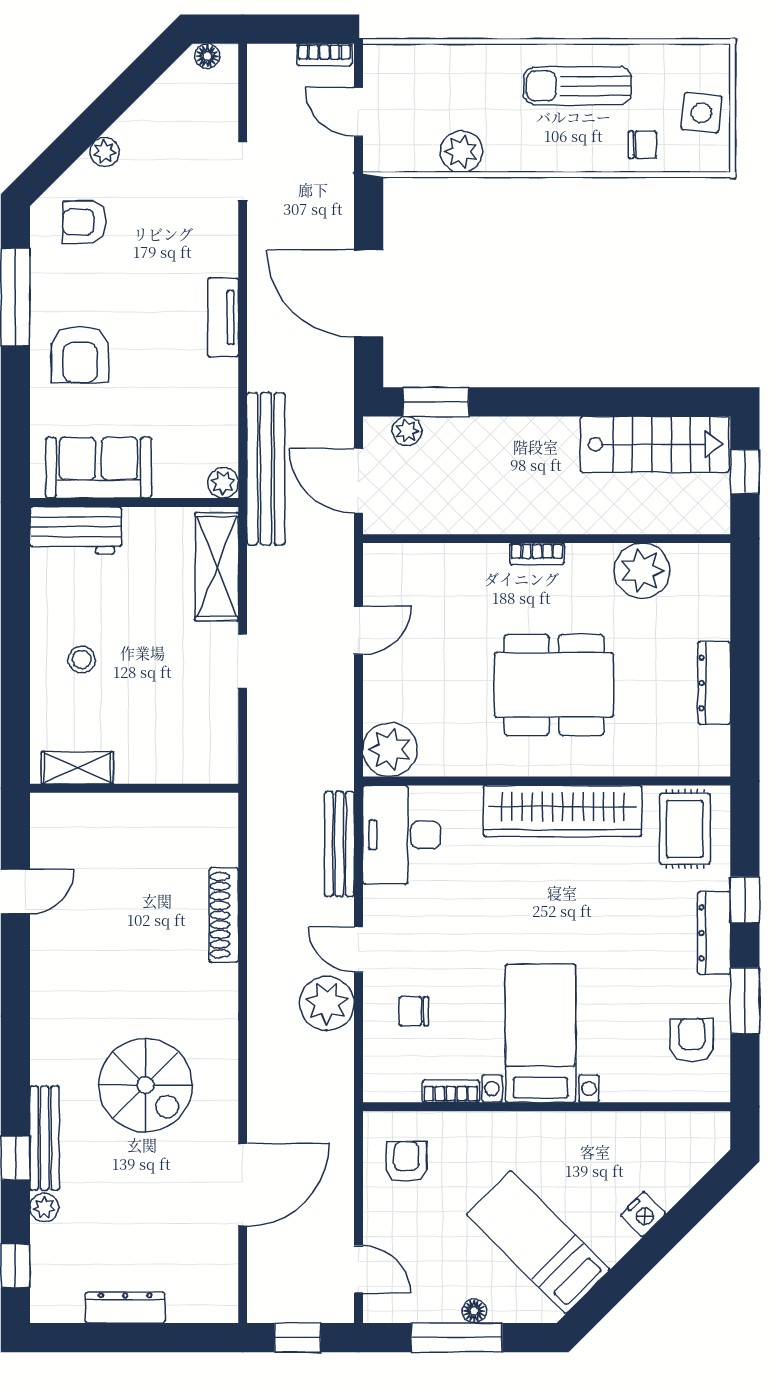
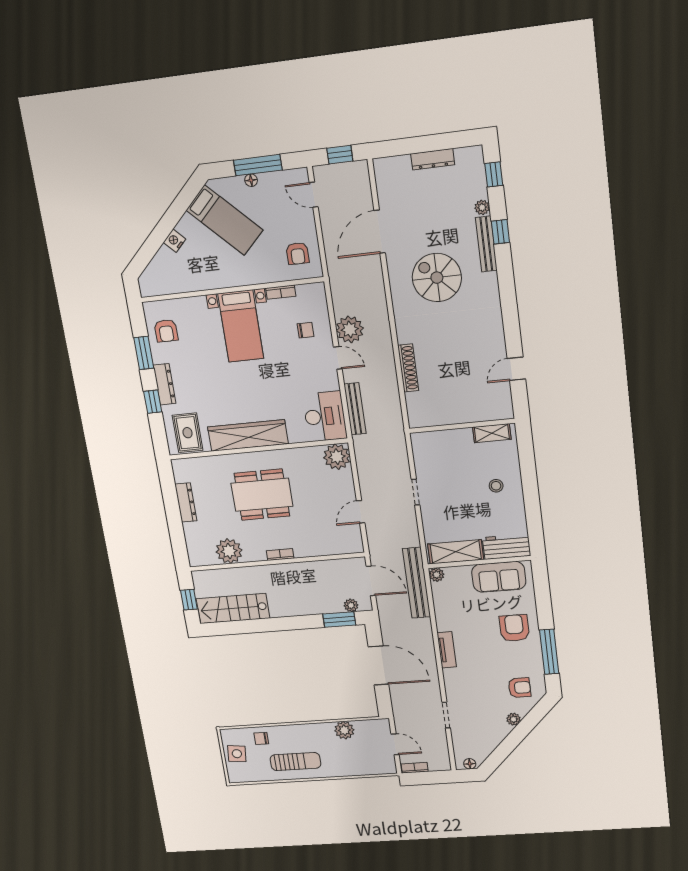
shelving: (217, 567) -> (456, 552), moved, turned 90

